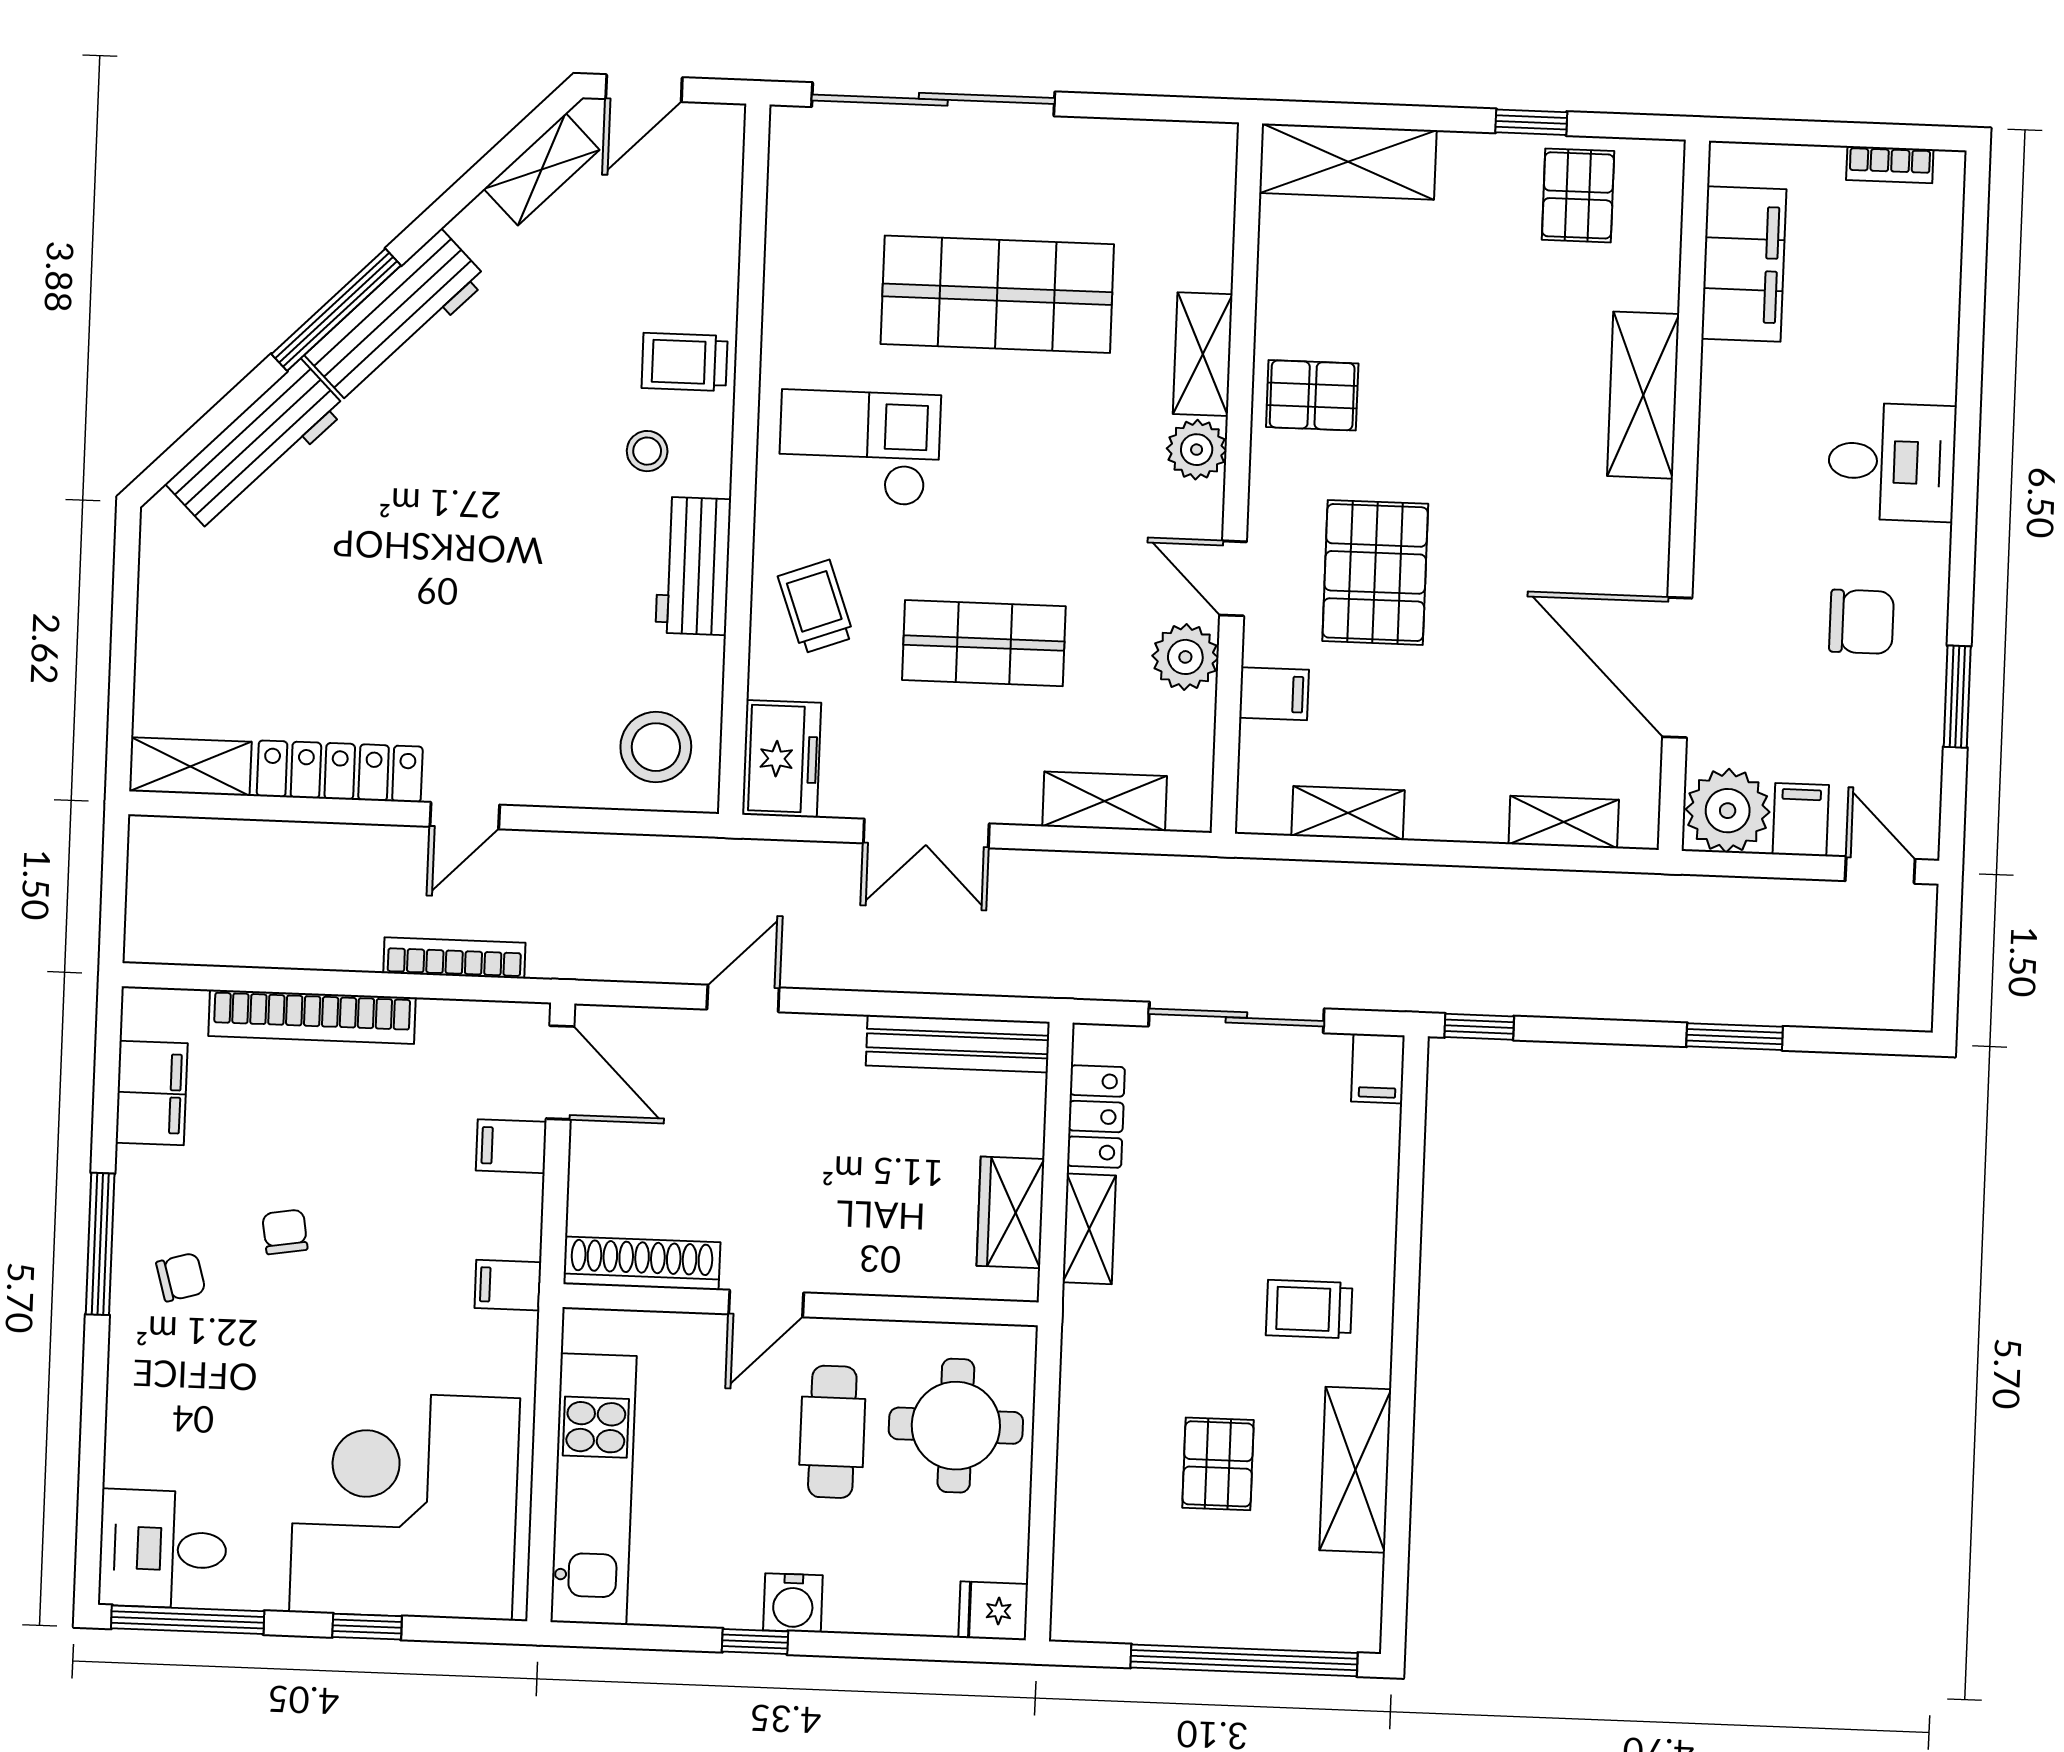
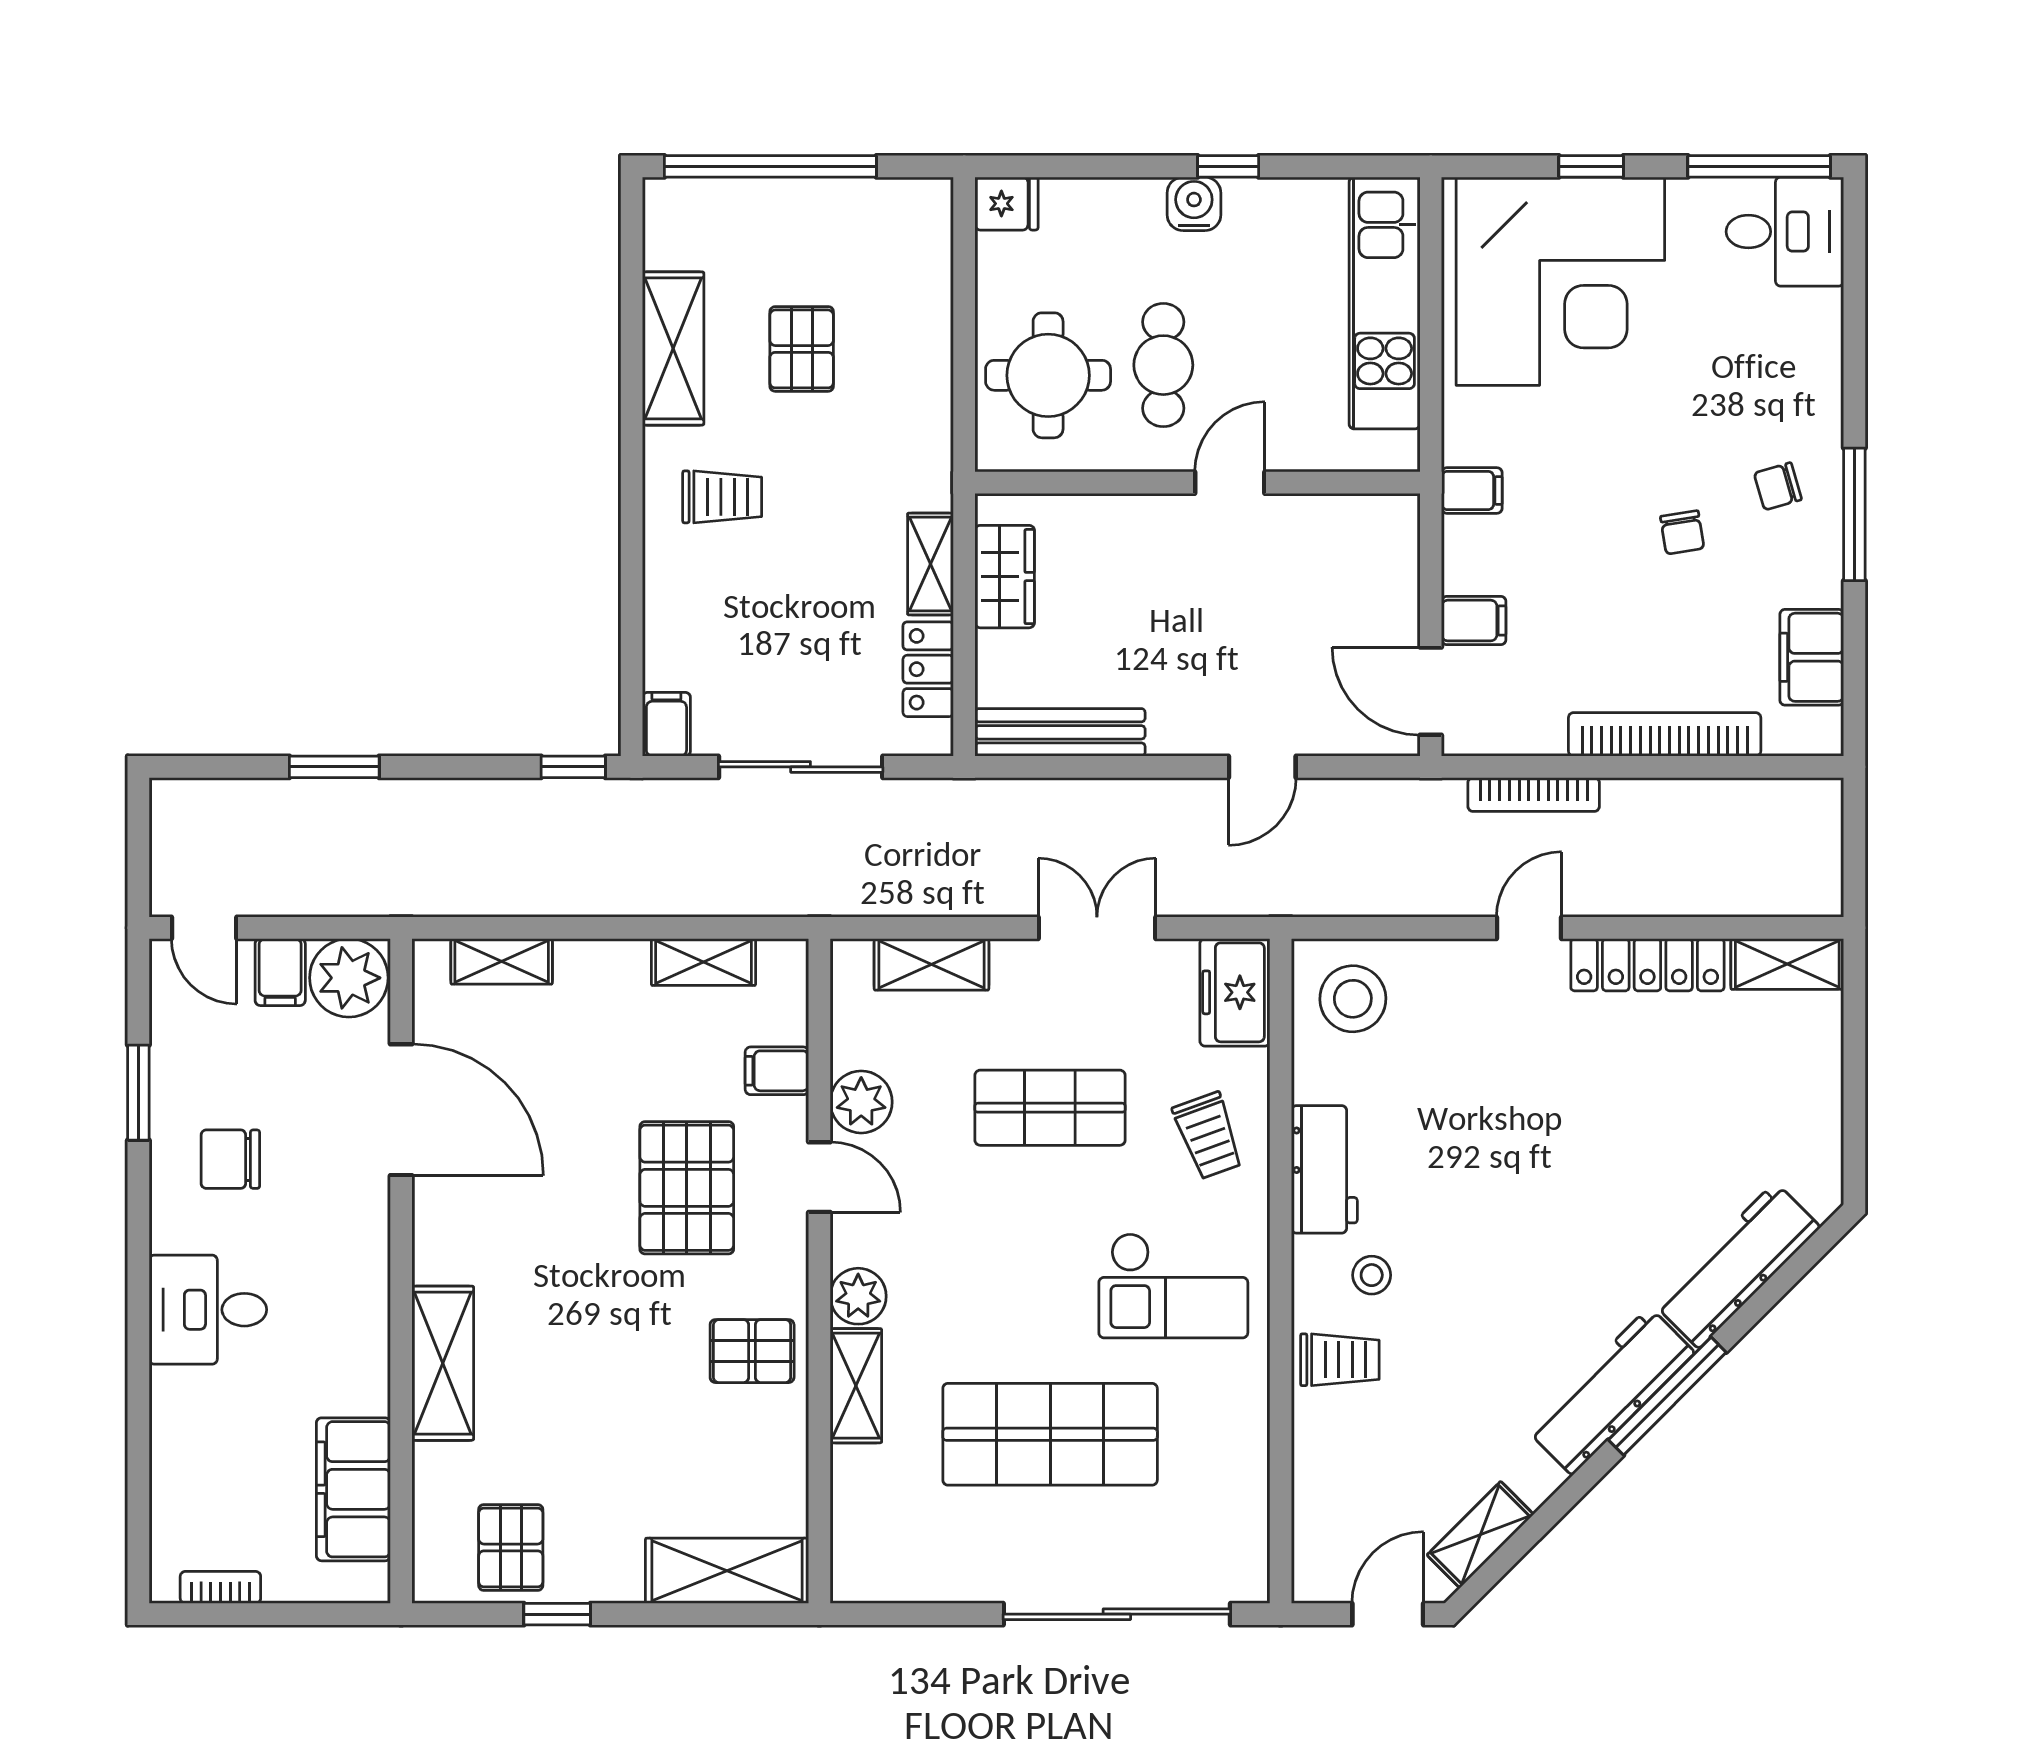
shoe rack: (642, 1263) -> (1347, 516), removed

